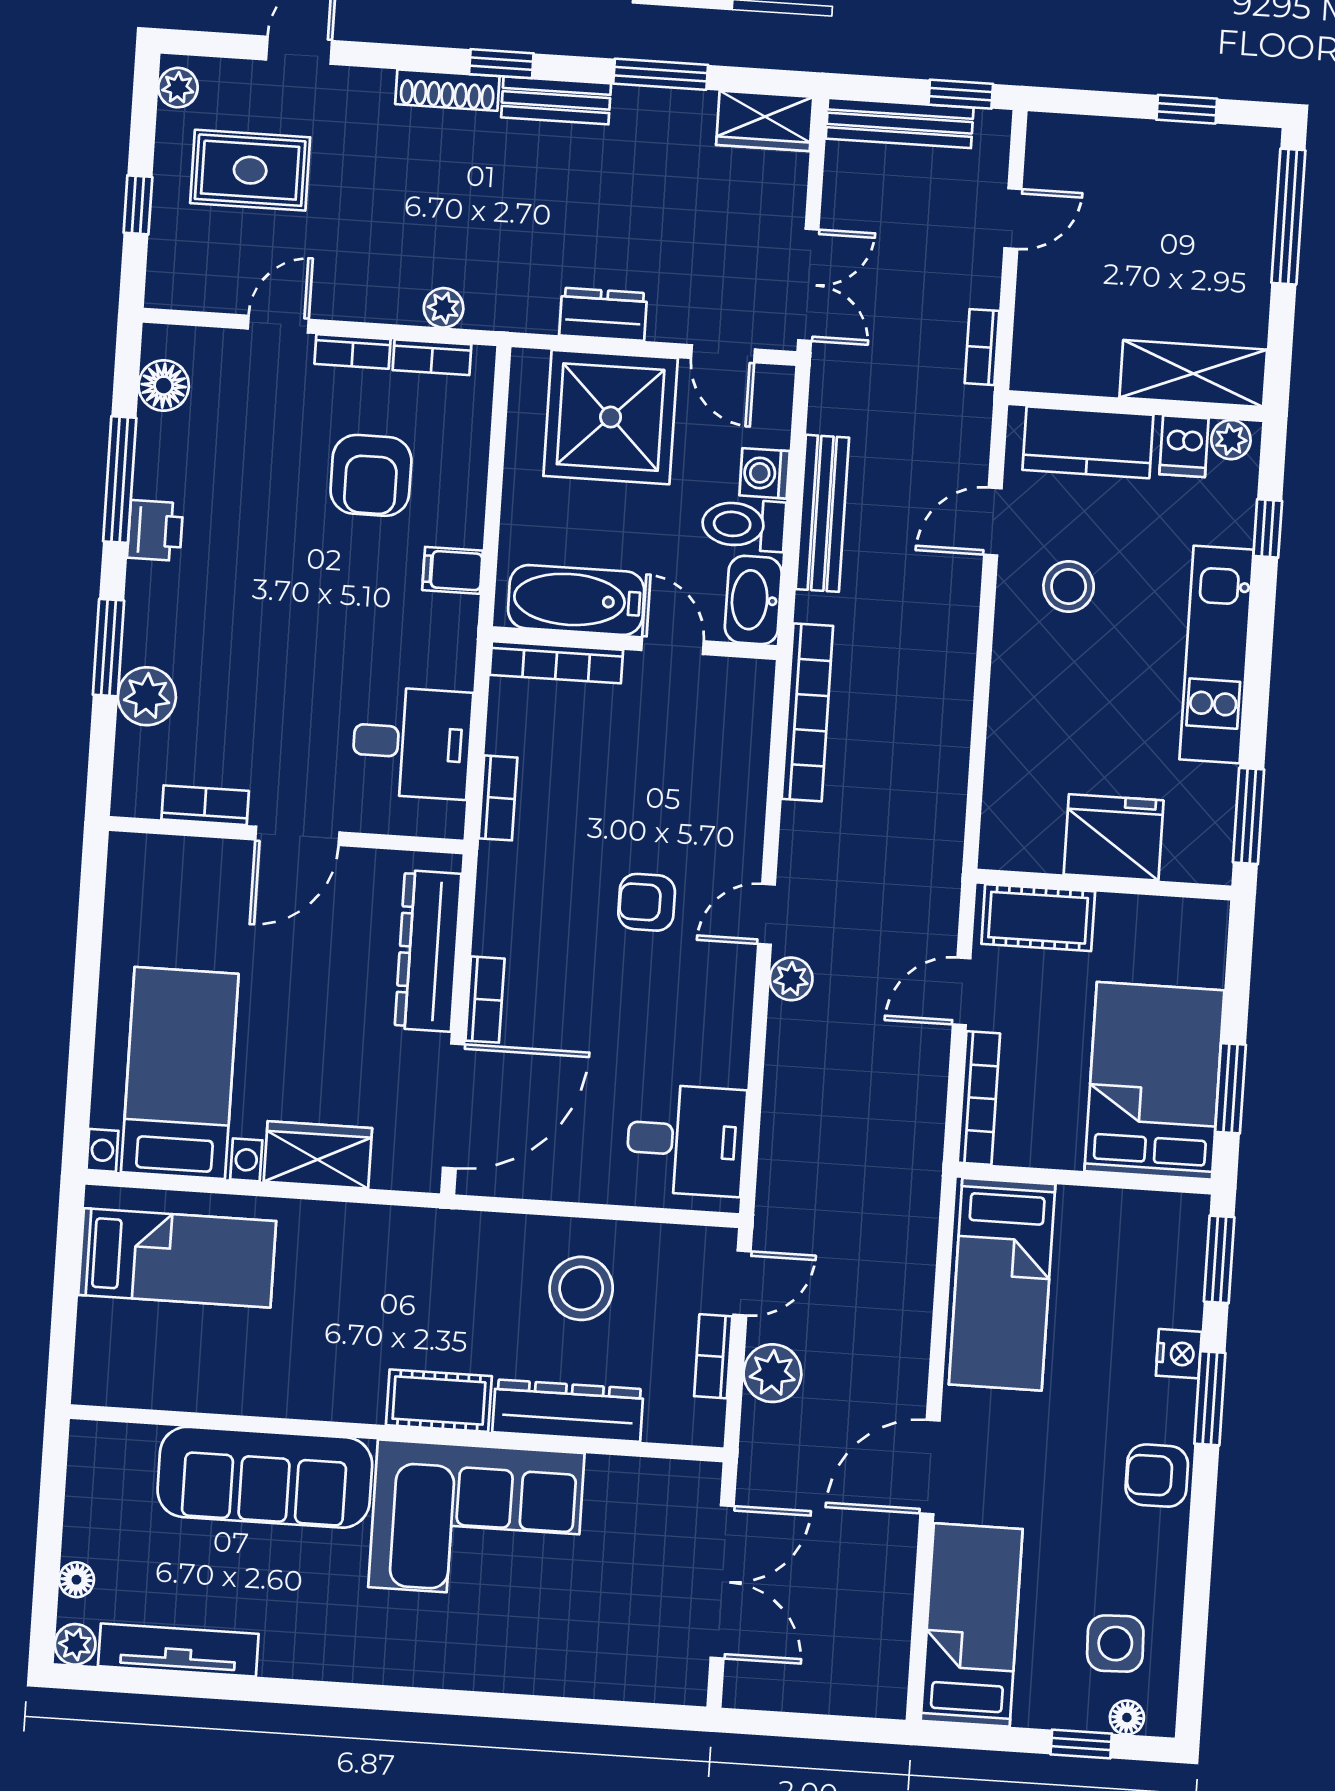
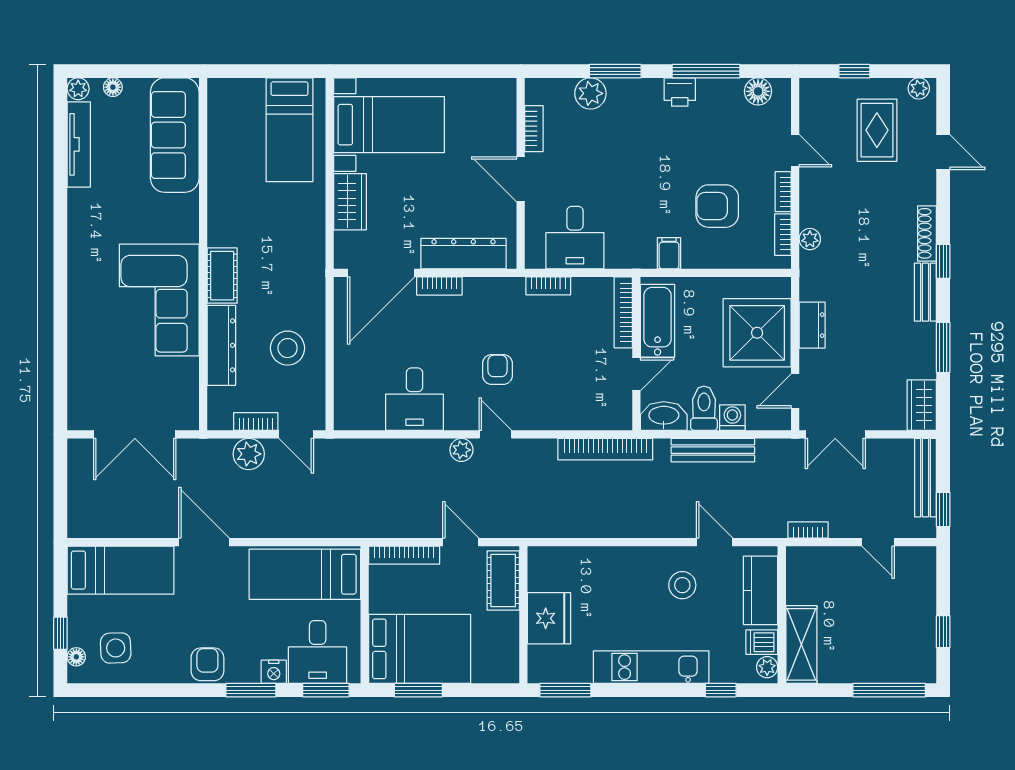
door: (453, 1106) -> (381, 273), hinge flipped
desk: (686, 1140) -> (415, 399), moved
desk: (1147, 1270) -> (318, 652), added
sofa: (265, 1477) -> (175, 135), moved

